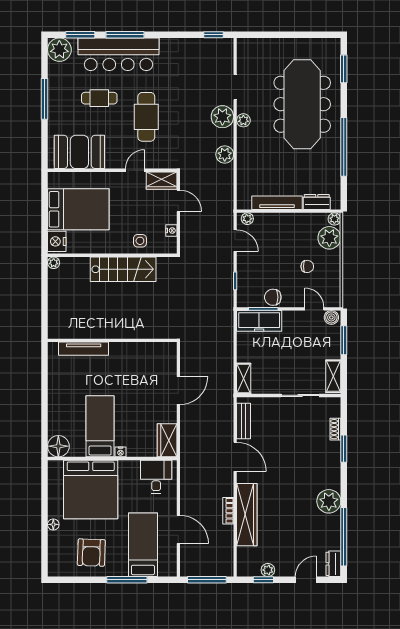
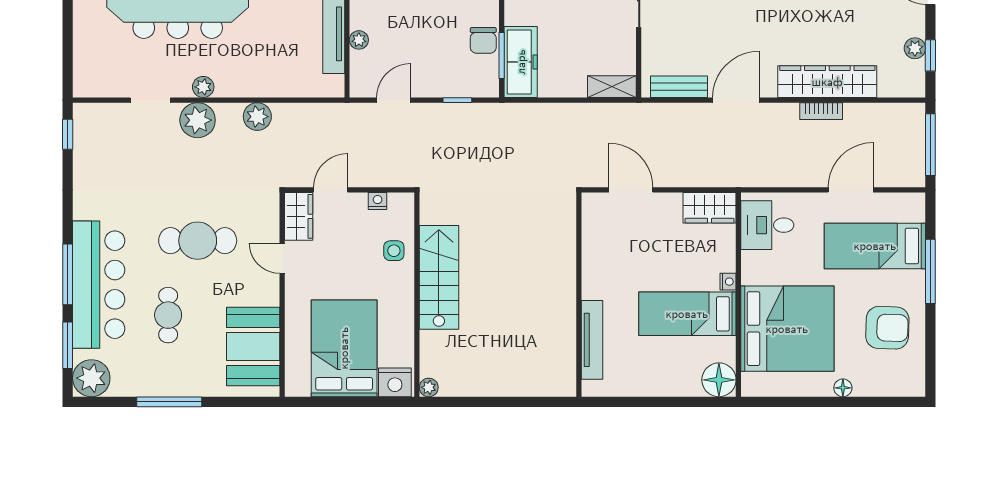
plant: (247, 219) -> (359, 40), moved
wall: (112, 340) -> (579, 295), moved
tv unit: (84, 349) -> (592, 340), moved

